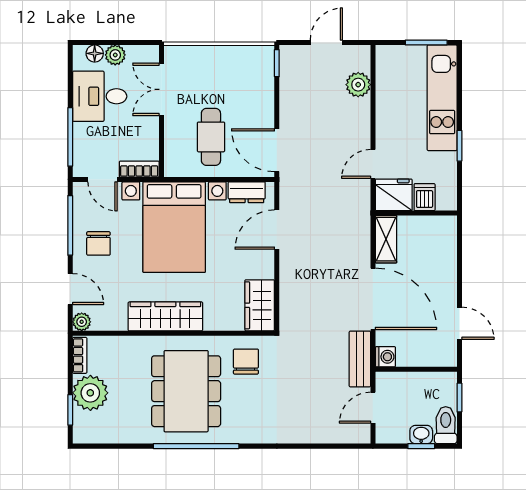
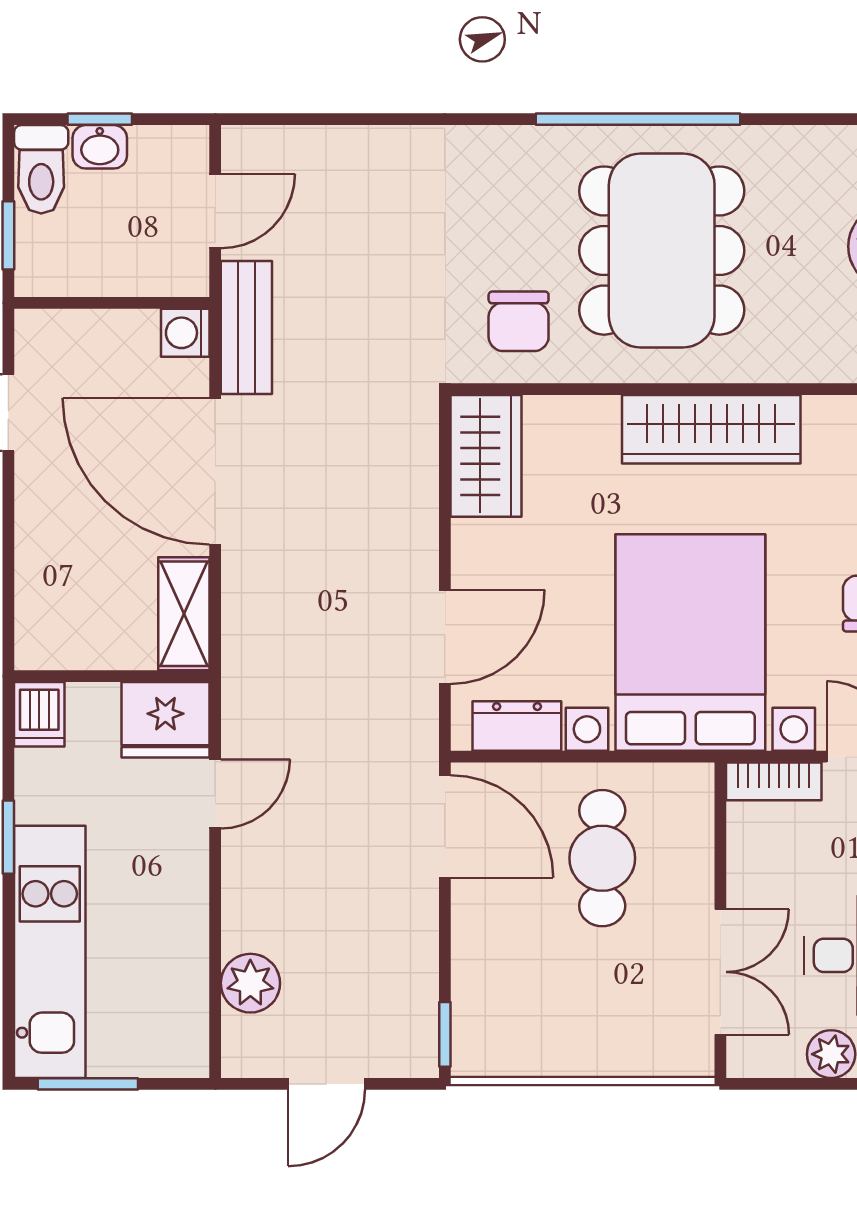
dishwasher: (425, 197) -> (39, 714), moved

